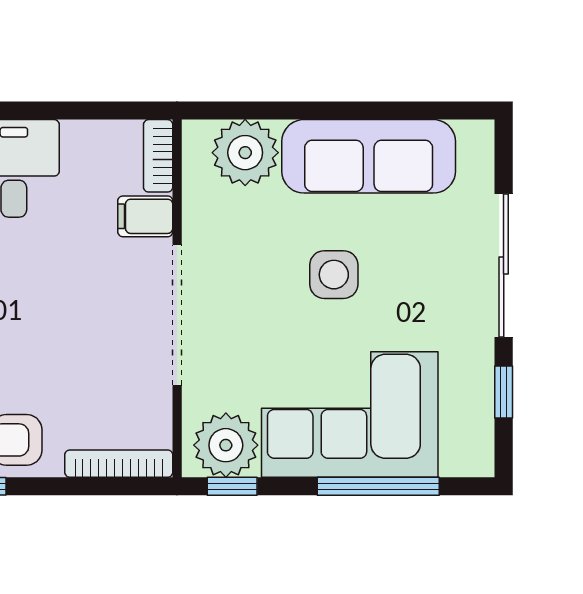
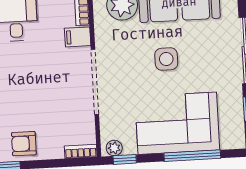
plant: (226, 445) -> (114, 148), width x0.53, depth x0.53
bookcase: (119, 464) -> (81, 151), width x0.64

